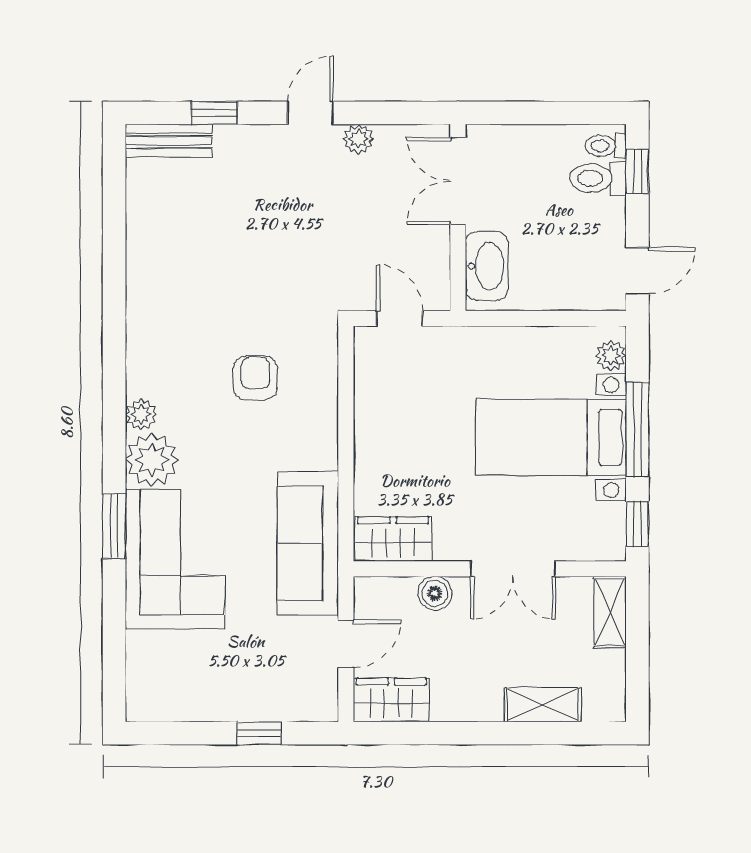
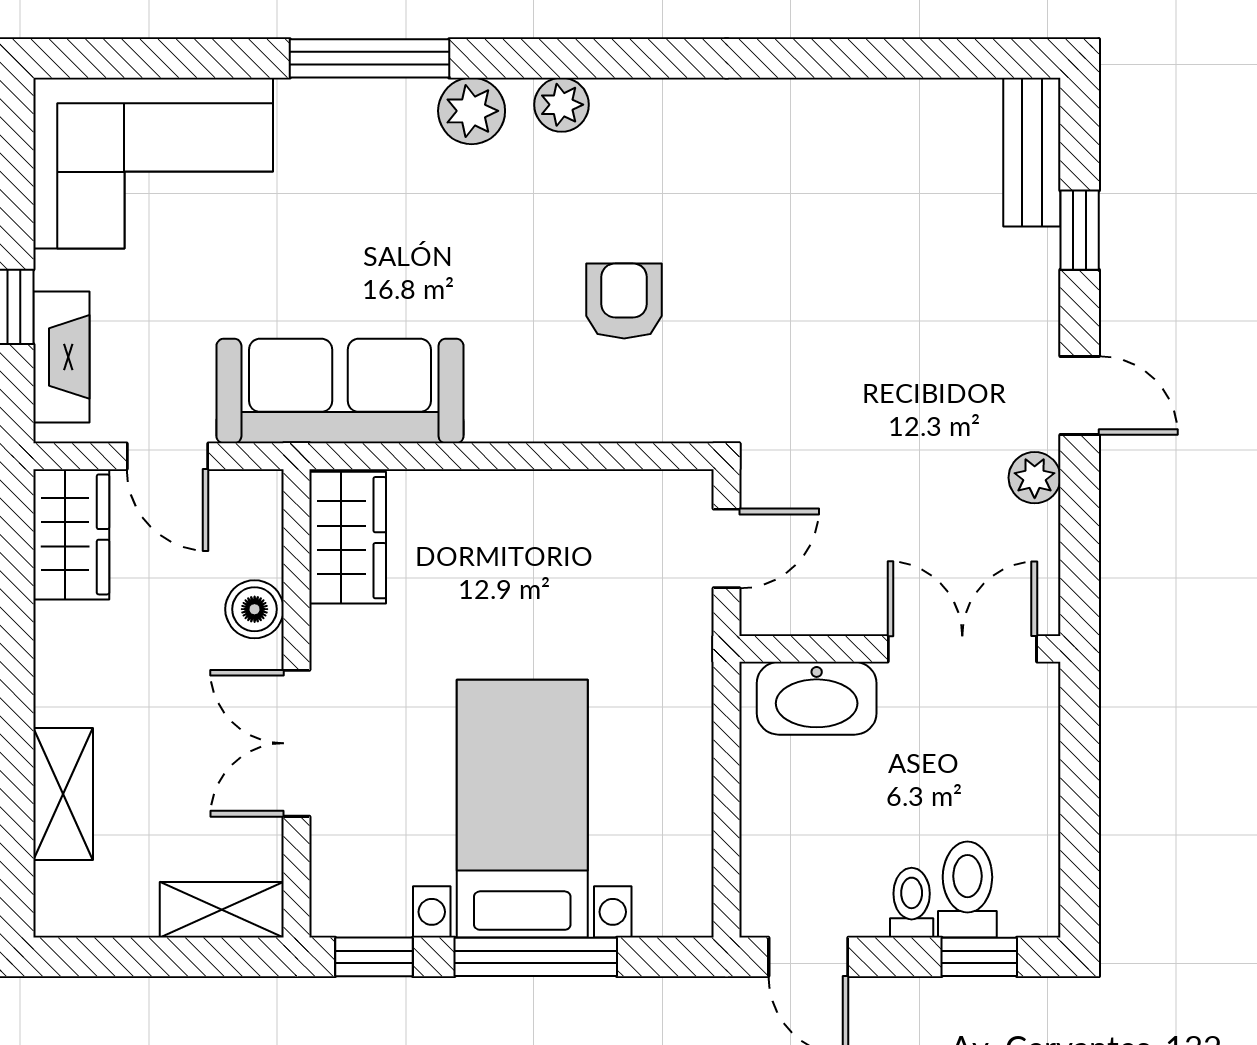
toilet: (606, 146) -> (912, 903), moved
plant: (611, 356) -> (663, 912), removed
armchair: (255, 378) -> (624, 301), turned -90
plant: (152, 460) -> (472, 111), width x0.73, depth x0.73
window: (114, 526) -> (369, 58), width x1.44
corner sofa: (175, 559) -> (153, 163), moved
fireplace: (288, 706) -> (61, 357), added

